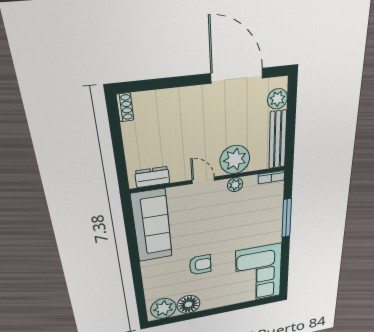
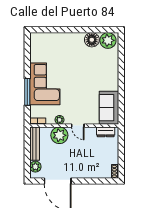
sofa: (152, 226) -> (109, 108), width x0.73
armchair: (200, 265) -> (83, 69), removed
corner sofa: (259, 274) -> (45, 84), moved

